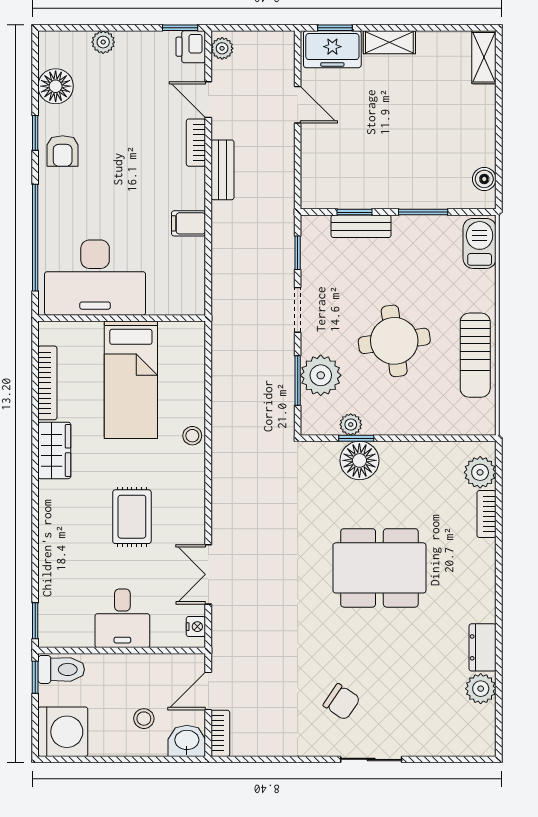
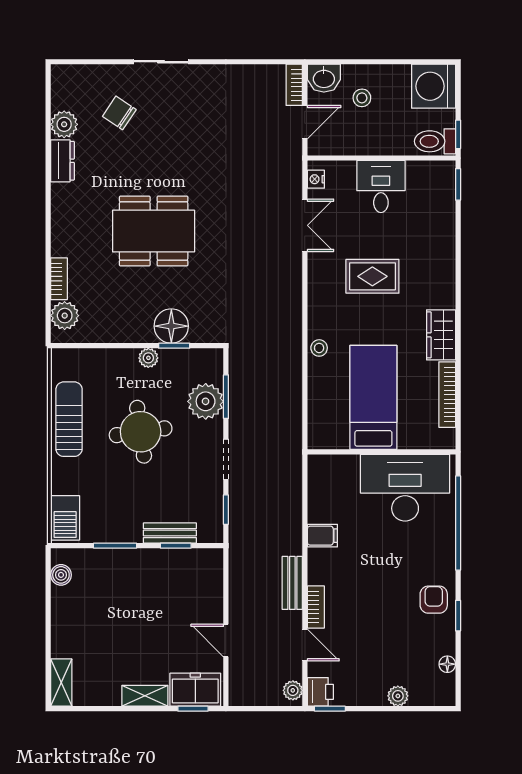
floor lamp: (56, 86) -> (447, 664), width x0.53, depth x0.53
plant: (351, 424) -> (148, 358), moved
rug: (132, 517) -> (372, 276), turned 90
chair: (342, 702) -> (119, 113), moved

